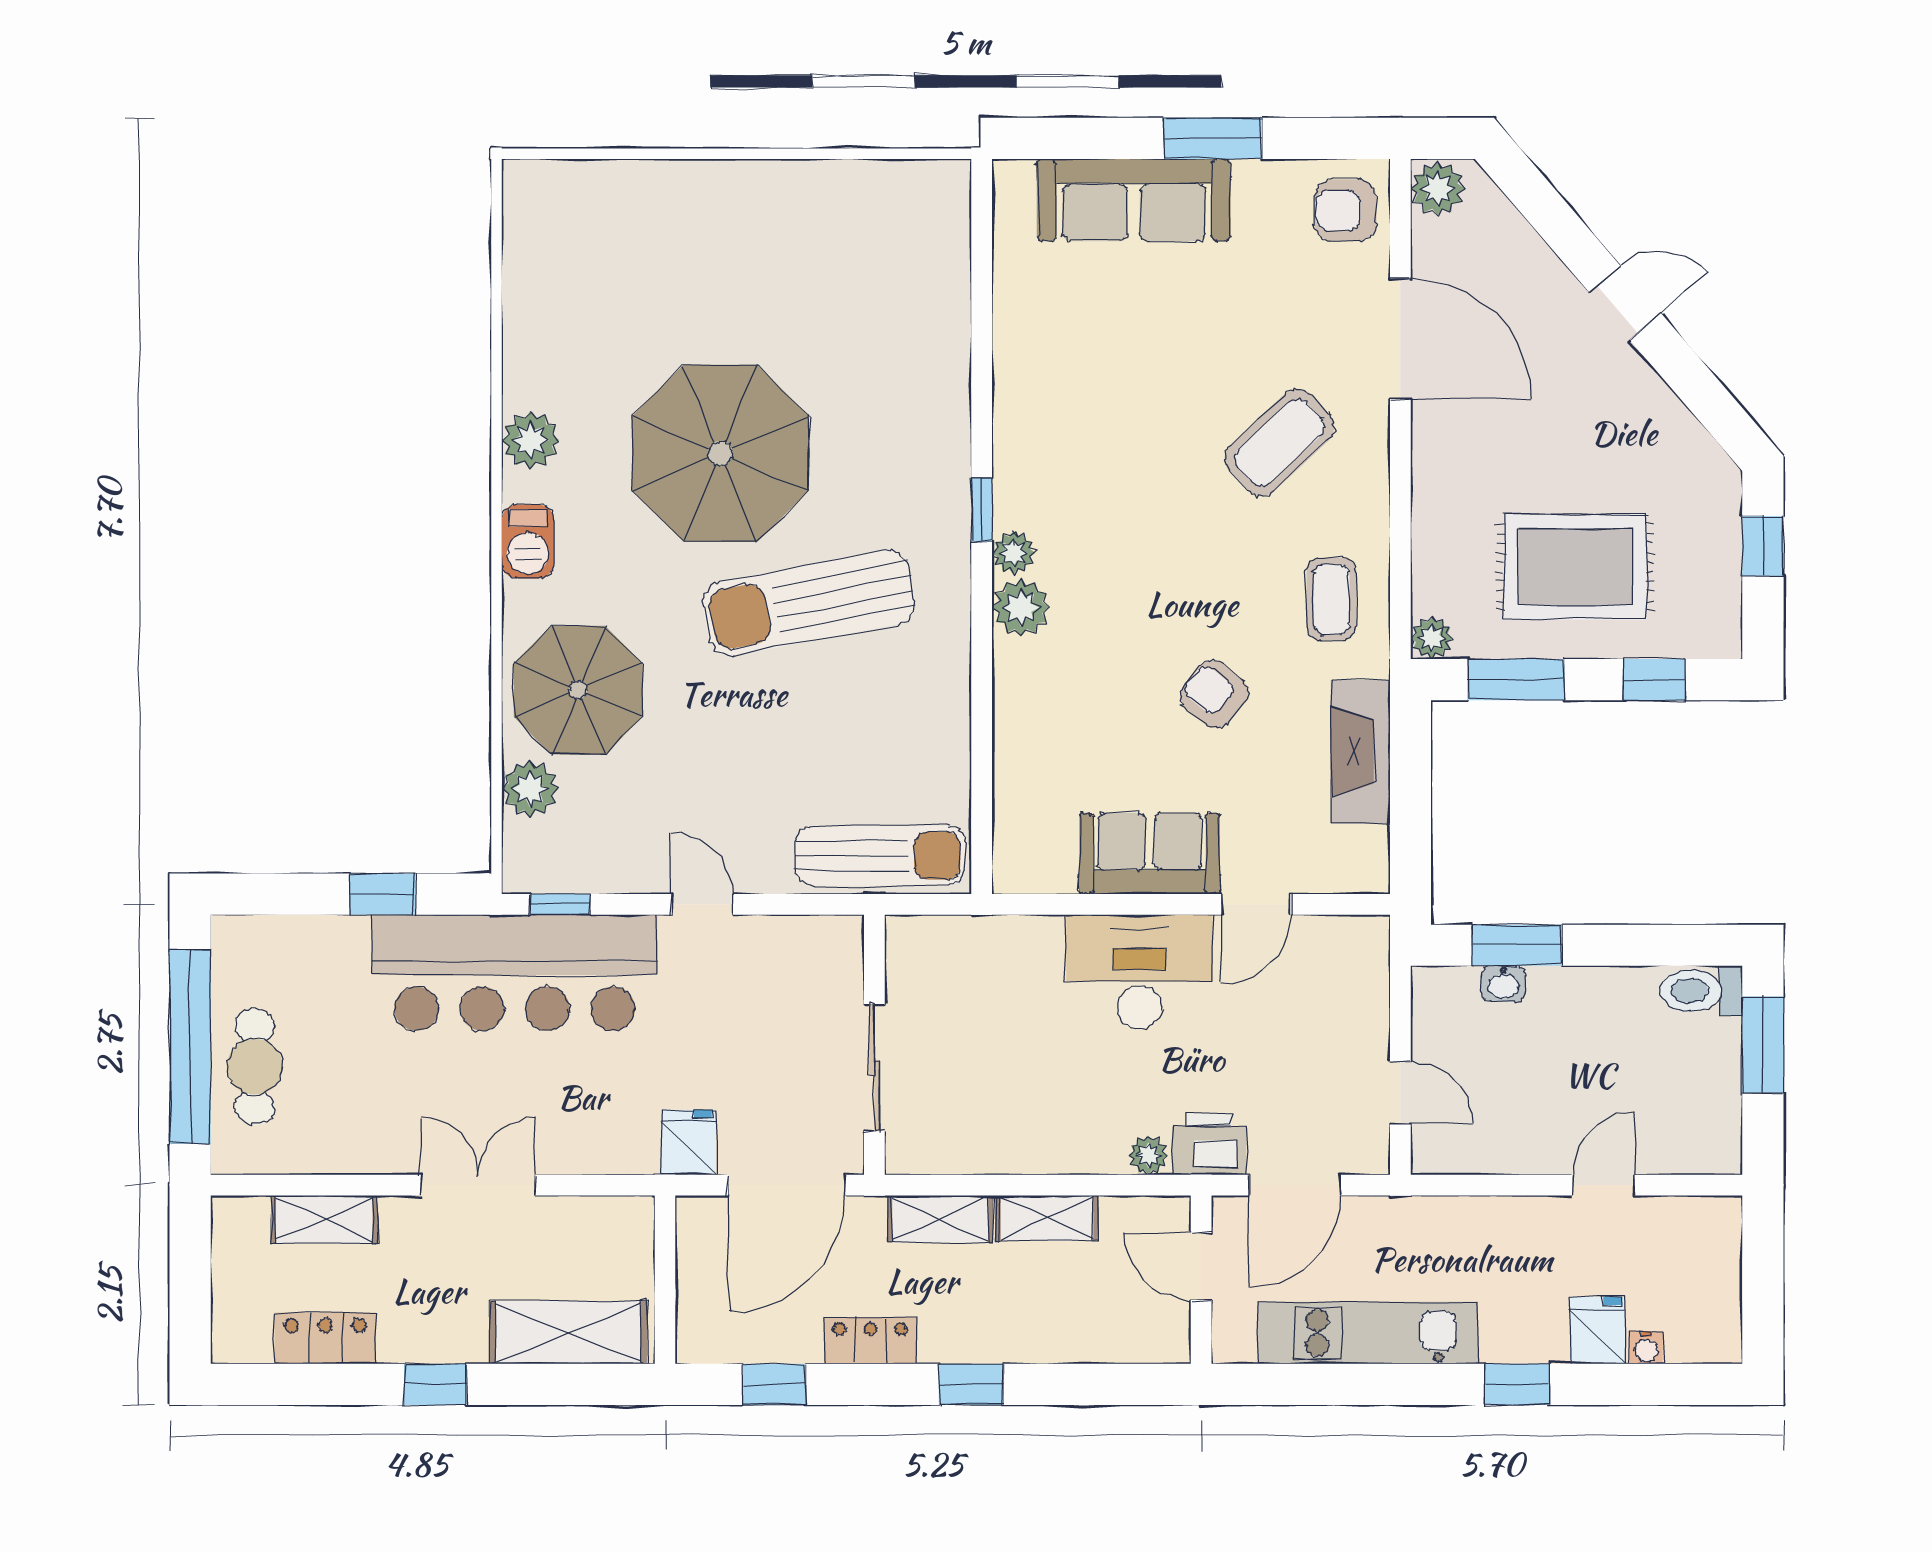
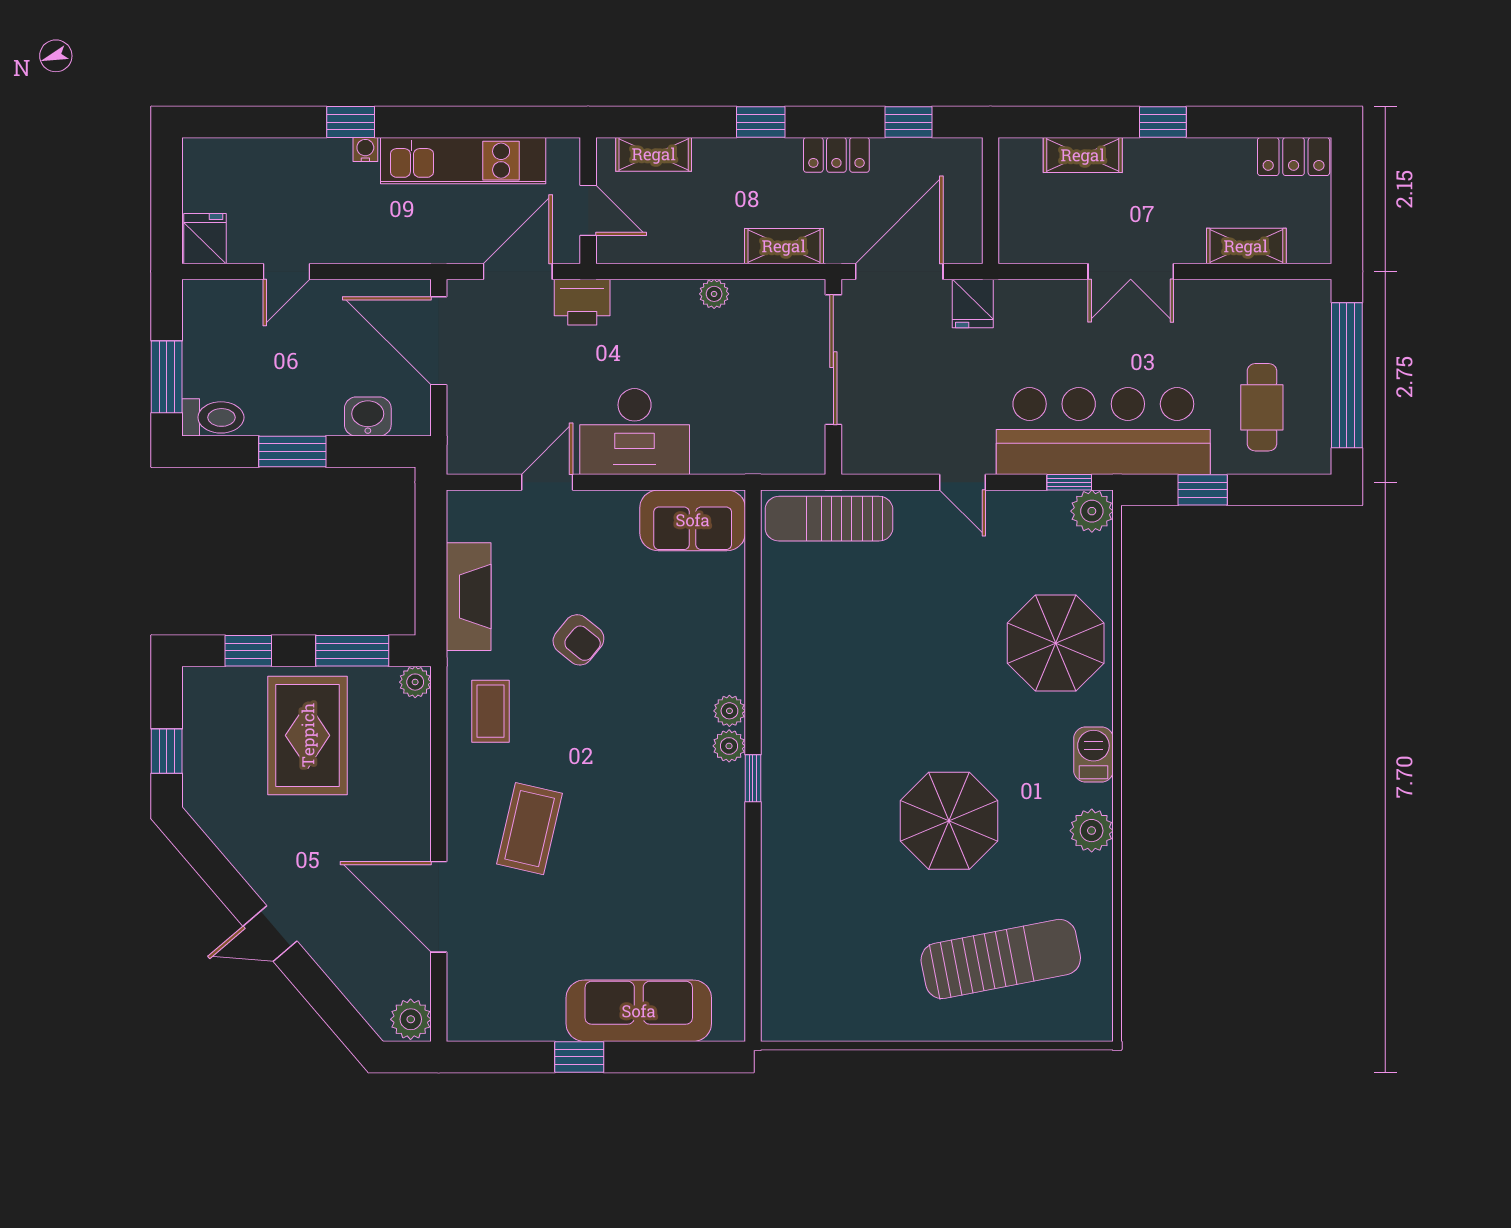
window: (1213, 138) -> (579, 1057), width x0.67
armchair: (1346, 210) -> (480, 1003), removed
coffee table: (1279, 443) -> (530, 829), turned -34
parasol: (720, 453) -> (949, 821), width x0.73, depth x0.73
rug: (1575, 567) -> (308, 735), turned 90
sun lounger: (809, 603) -> (1001, 959), moved
plant: (1021, 608) -> (729, 711), width x0.73, depth x0.73
plant: (530, 789) -> (1092, 511), moved
sofa: (1150, 854) -> (693, 520), moved
window: (1517, 945) -> (292, 452), moved
washbasin: (1503, 984) -> (368, 417), width x1.38, depth x1.45
cafe table: (255, 1067) -> (1262, 407), moved
sliding door: (874, 1068) -> (833, 360), width x1.37
door: (1400, 1093) -> (439, 341), width x1.87
plant: (1148, 1155) -> (714, 294), moved
shelving: (1047, 1218) -> (654, 154), moved
fridge: (1598, 1330) -> (205, 239), moved, turned 180
shelving: (568, 1332) -> (1083, 155), width x0.67, depth x0.75
locker: (325, 1338) -> (1294, 157), moved
water cooler: (1646, 1348) -> (365, 150), moved

